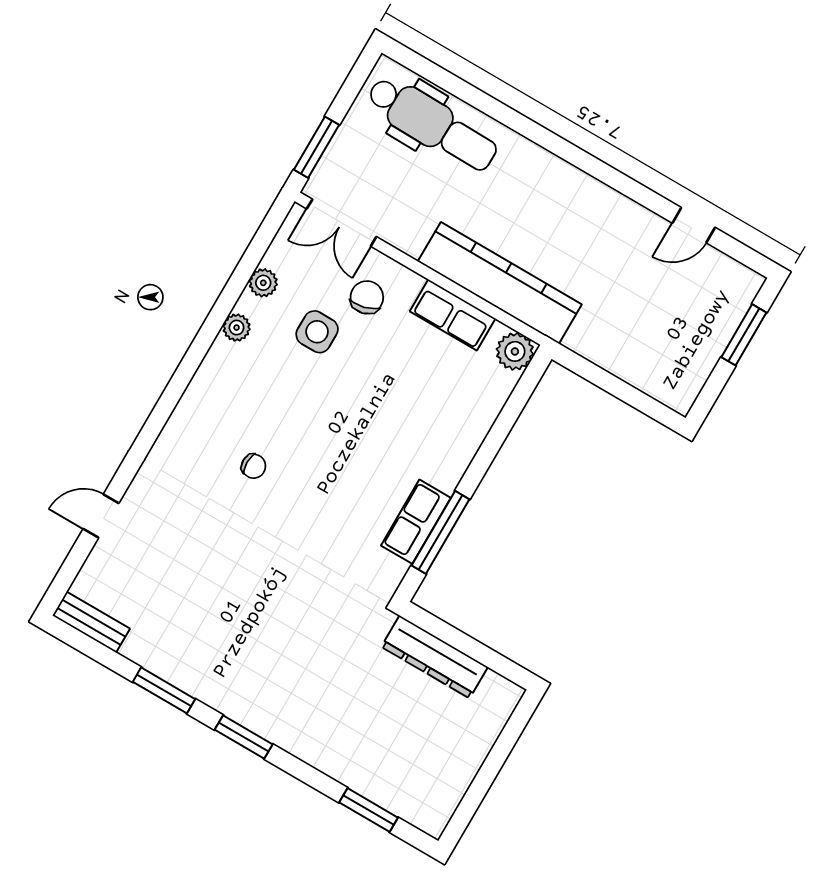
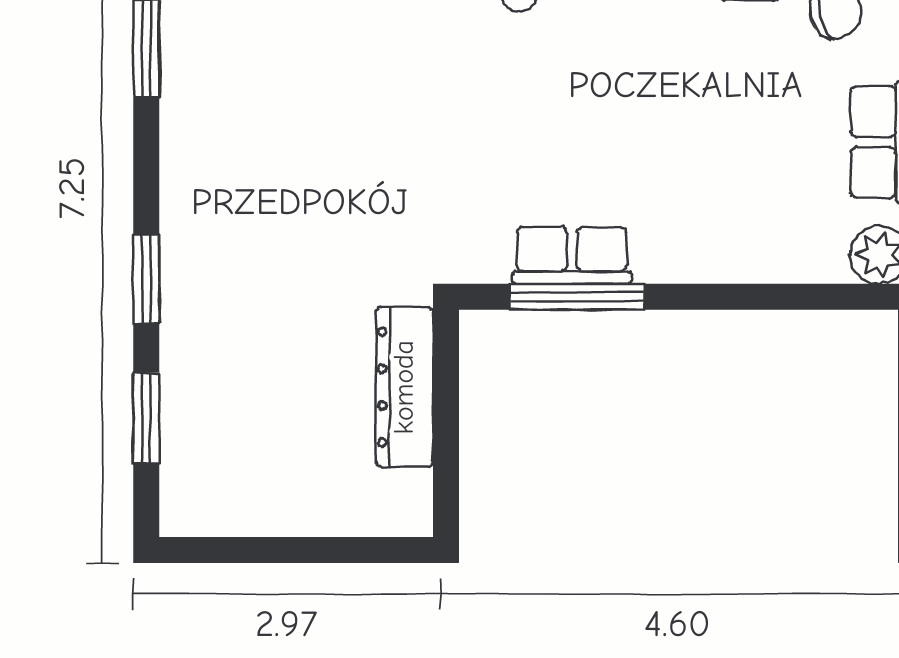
window: (244, 737) -> (146, 279), moved

